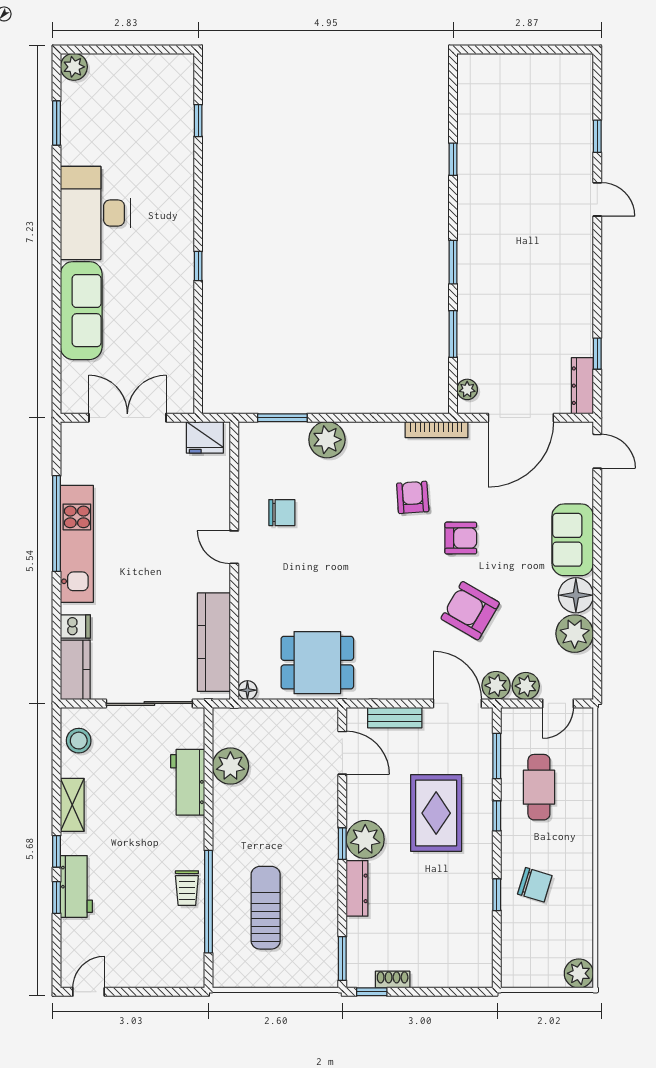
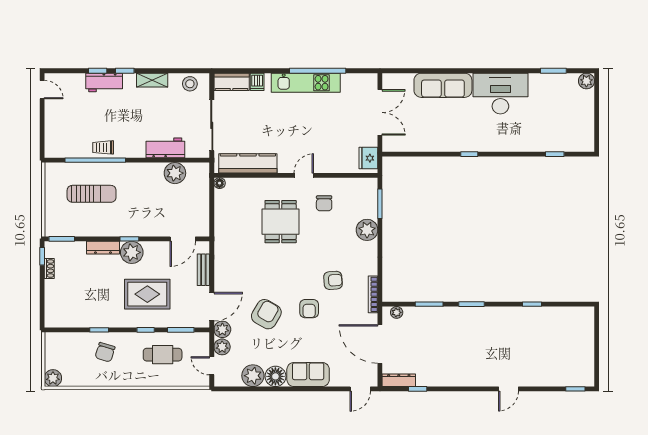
window: (597, 136) -> (575, 389), moved
dining table: (317, 663) -> (281, 222), moved

